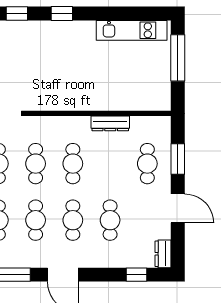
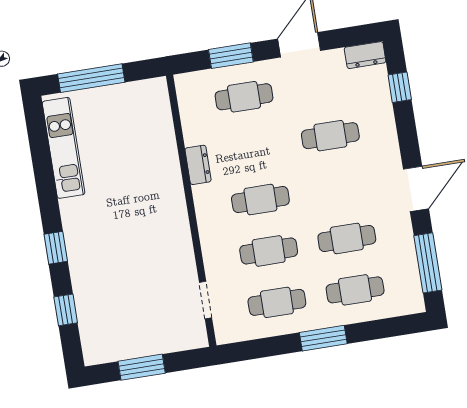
dresser: (110, 123) -> (198, 165), width x0.70
cafe table: (73, 220) -> (339, 187), removed

